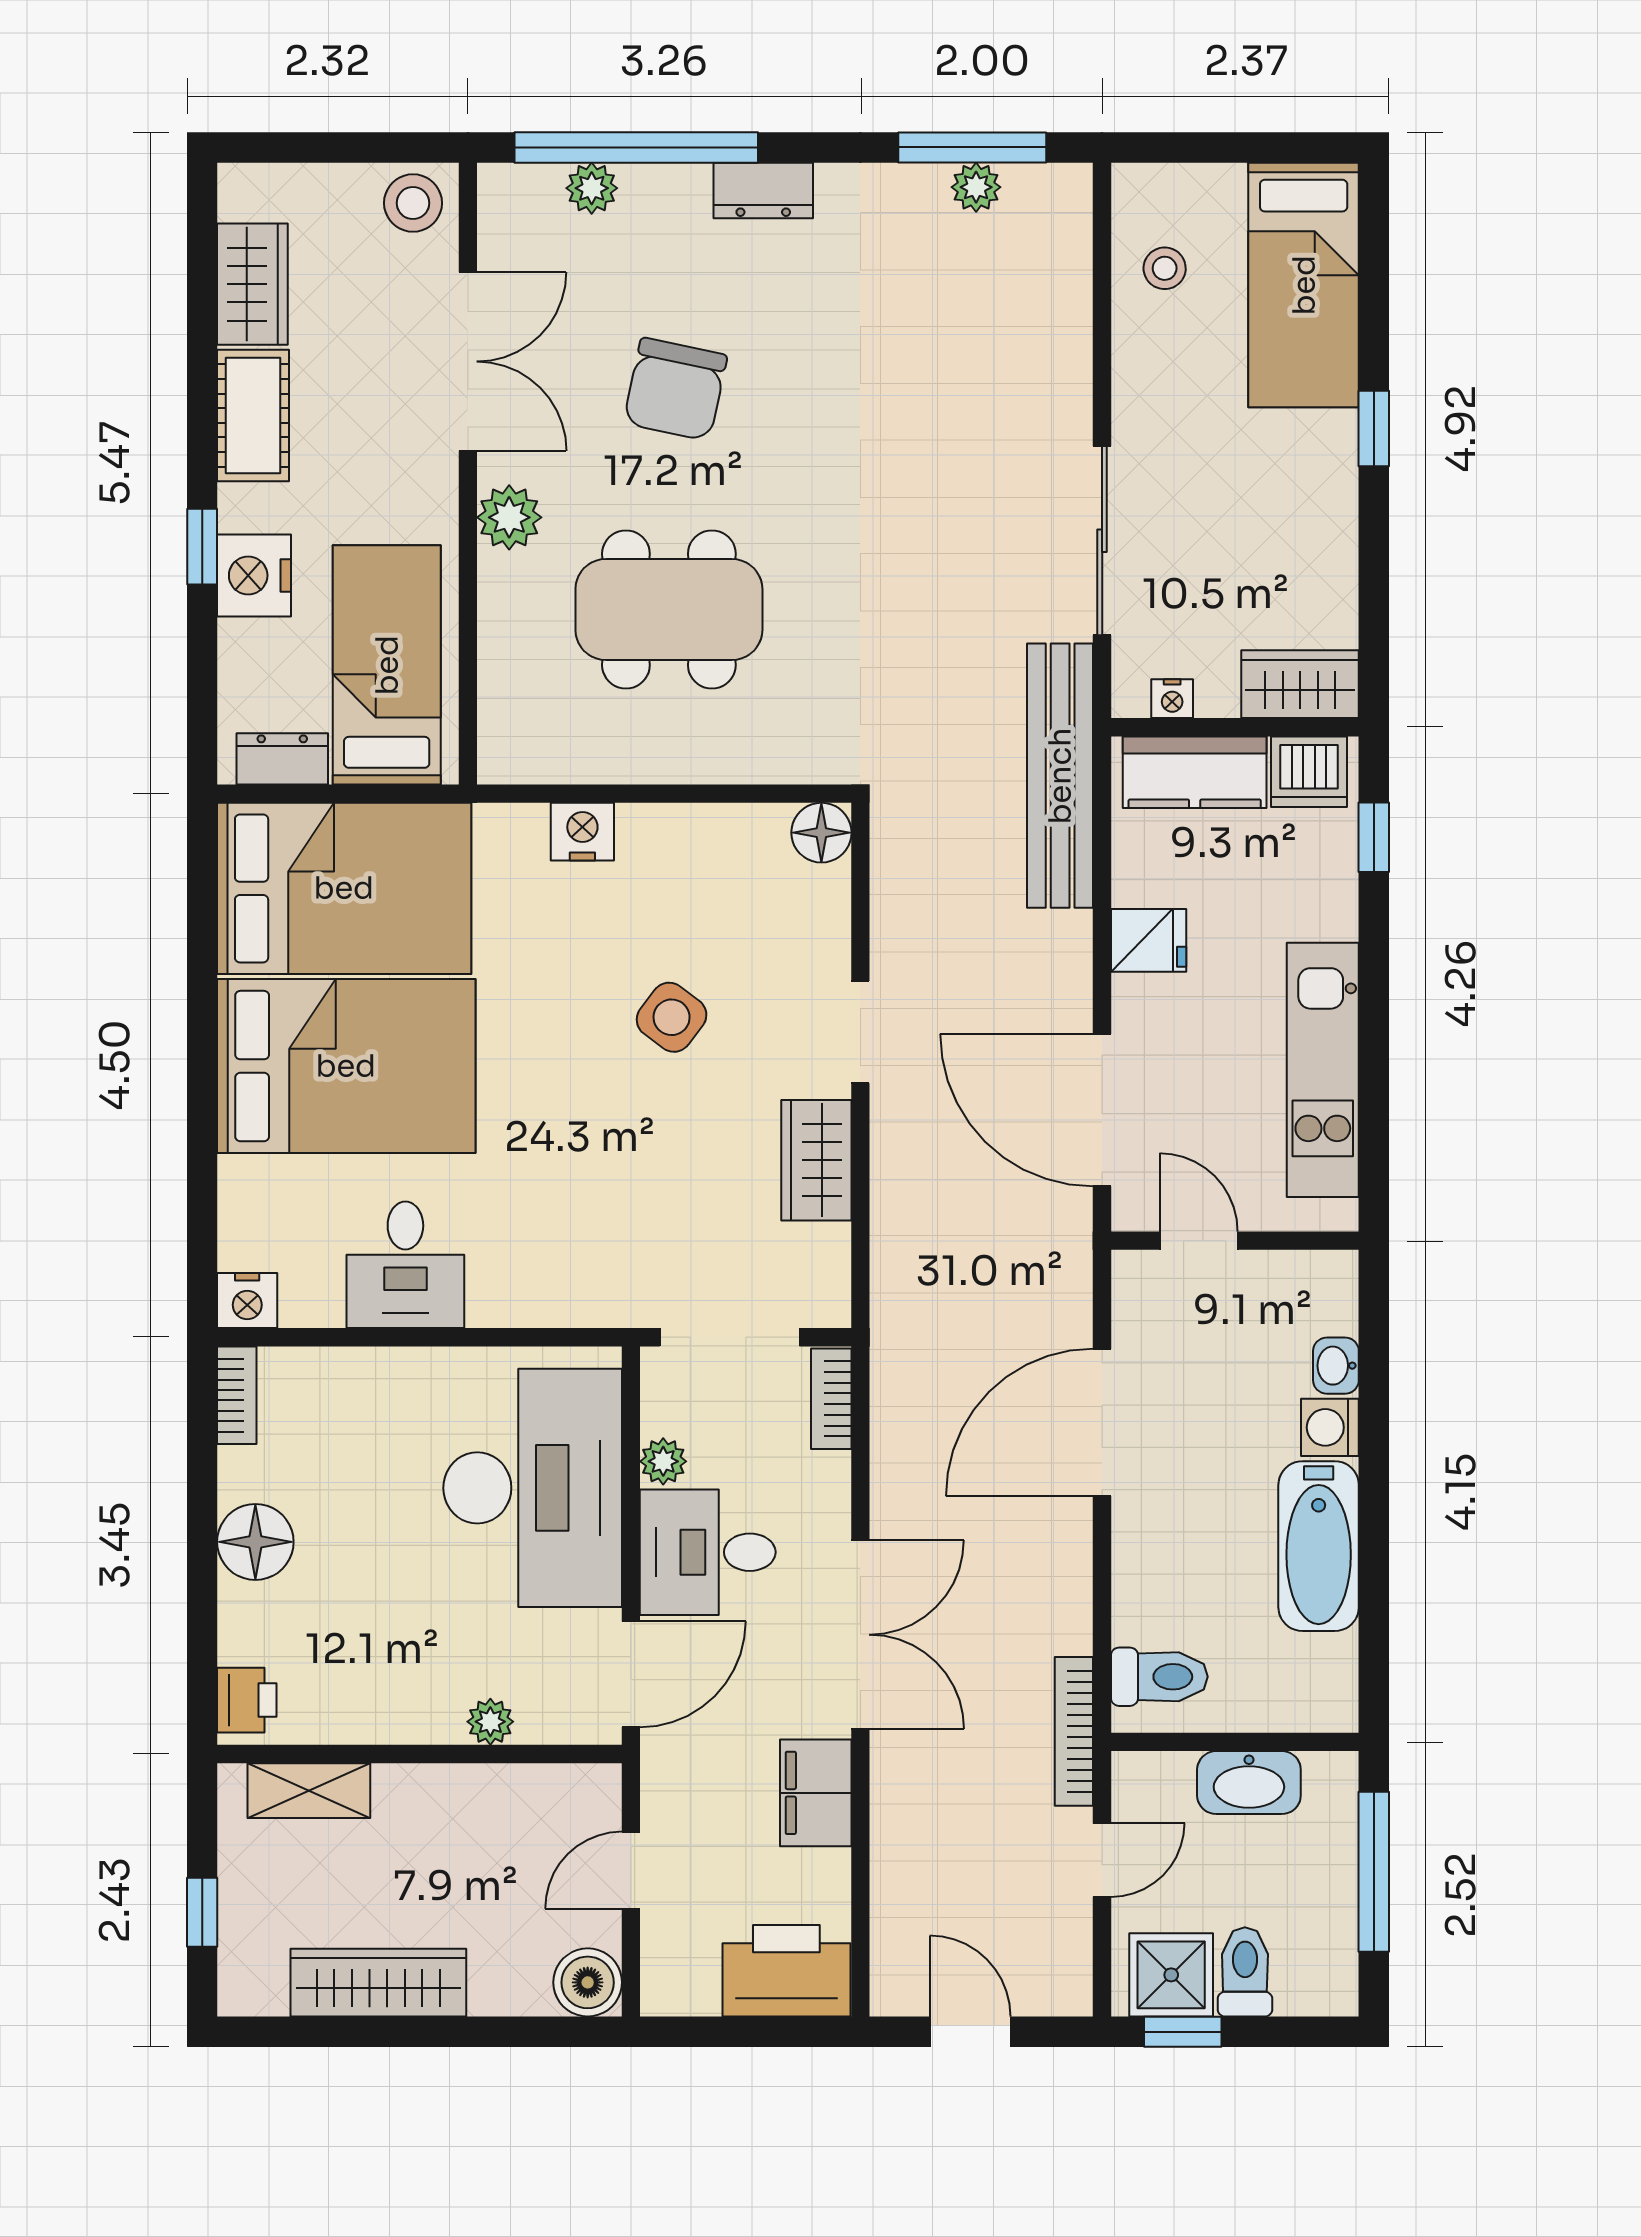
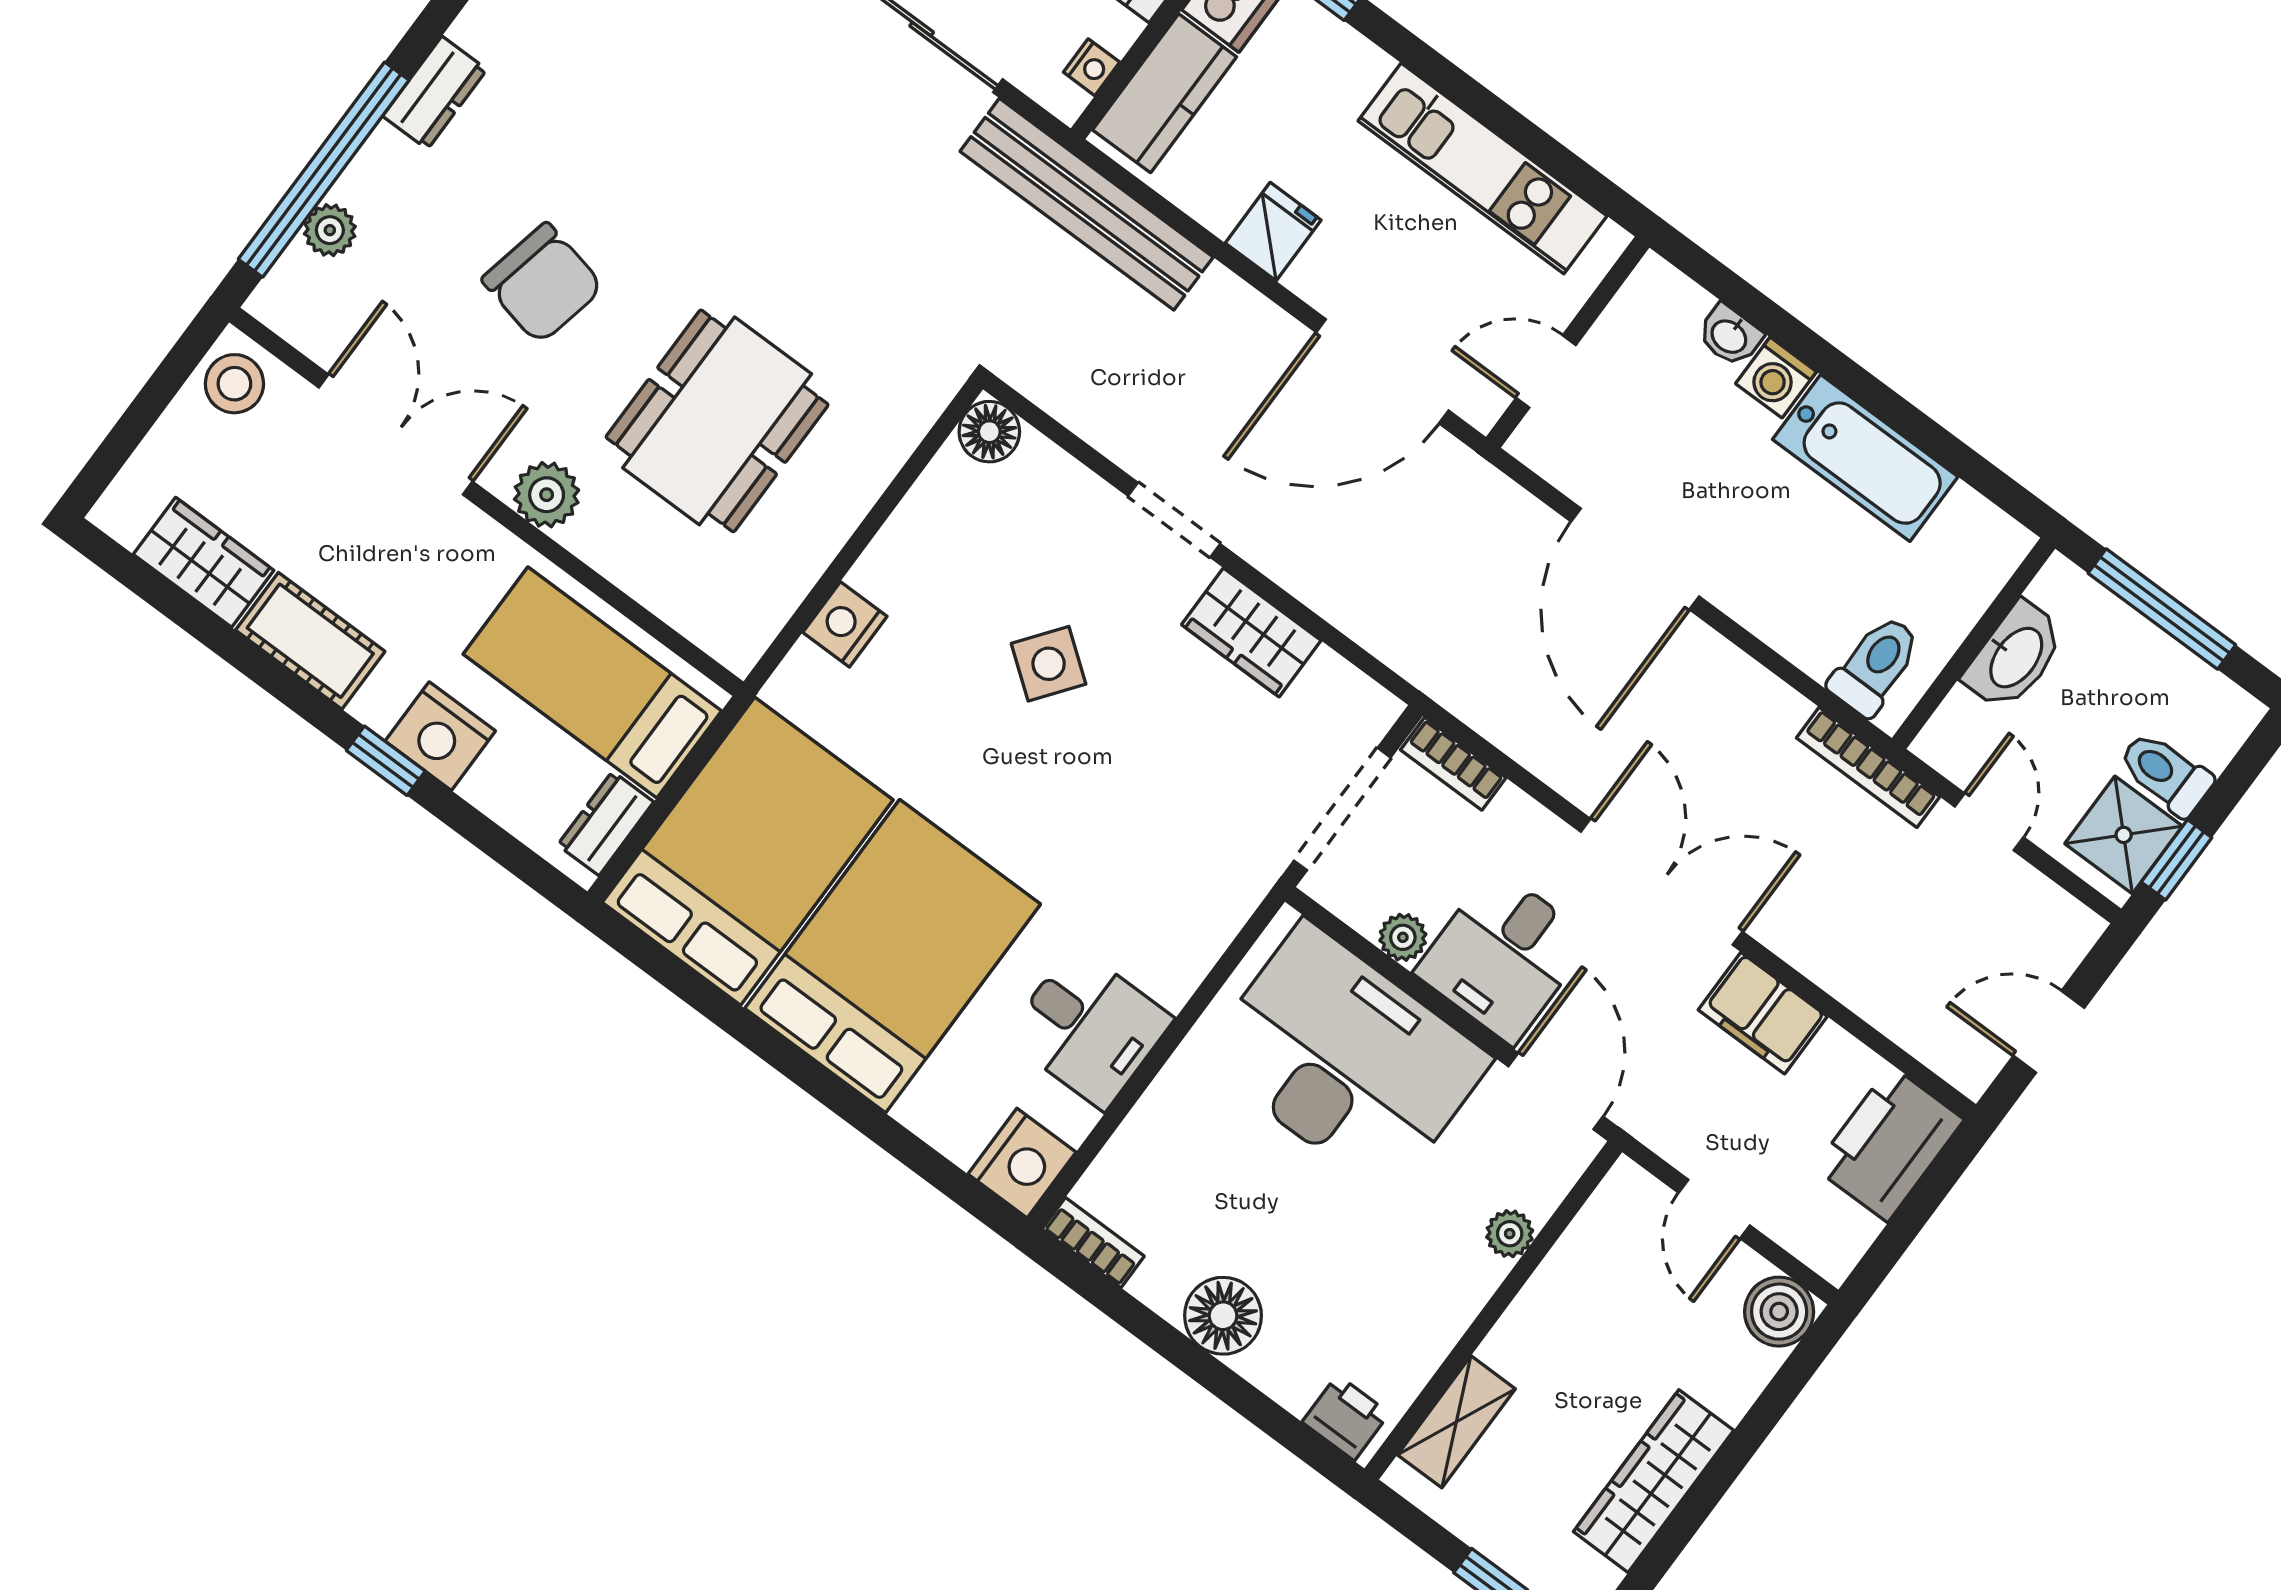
nightstand: (247, 1301) -> (1022, 1163), width x1.36, depth x1.33

